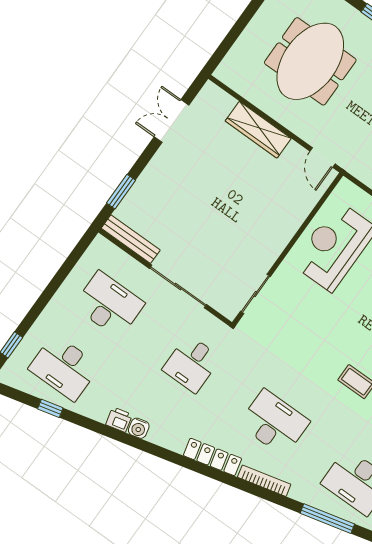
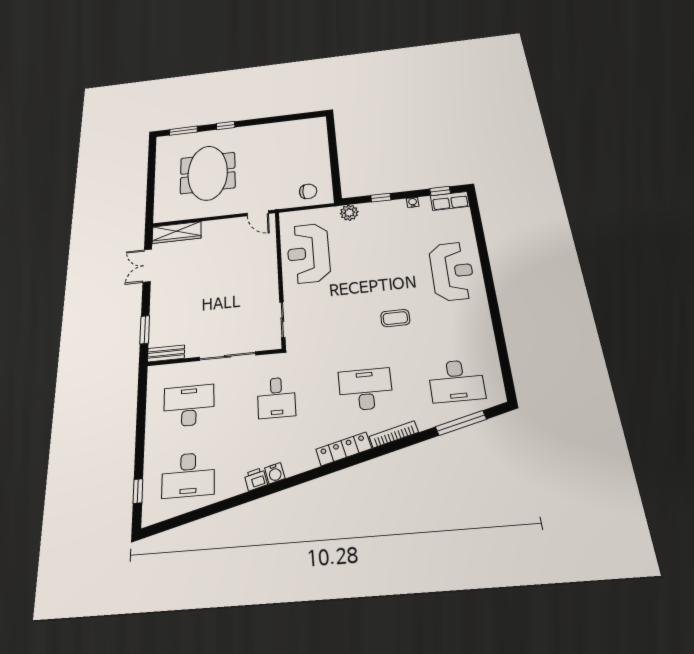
wardrobe: (258, 130) -> (177, 232), moved
bench: (131, 239) -> (166, 353), width x0.73
window: (50, 408) -> (199, 514), removed

